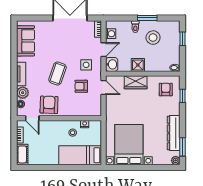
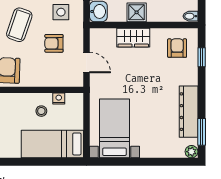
door: (104, 87) -> (86, 62), moved
bed with nightstands: (129, 145) -> (114, 128), width x0.73

